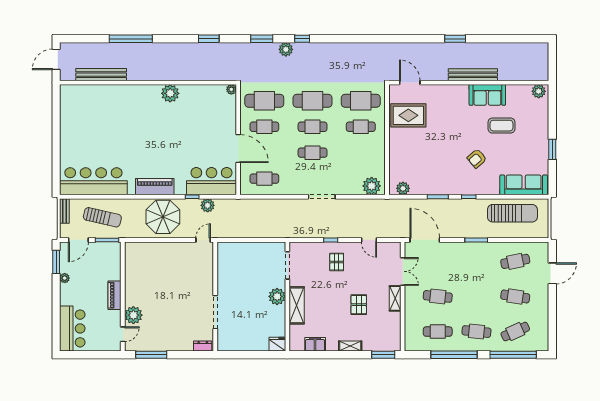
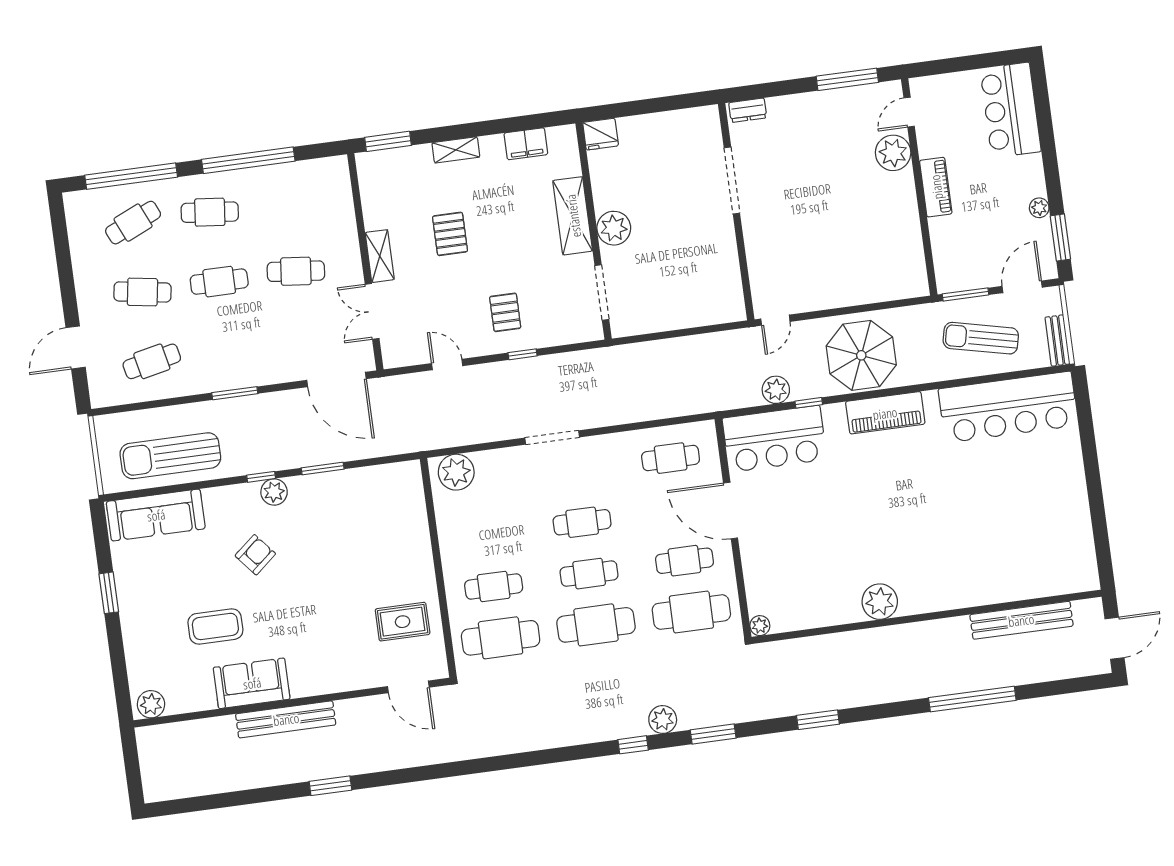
rug: (408, 115) -> (403, 622), width x0.73, depth x0.70
plant: (403, 188) -> (274, 492), moved
cafe table: (438, 332) -> (219, 282), moved

